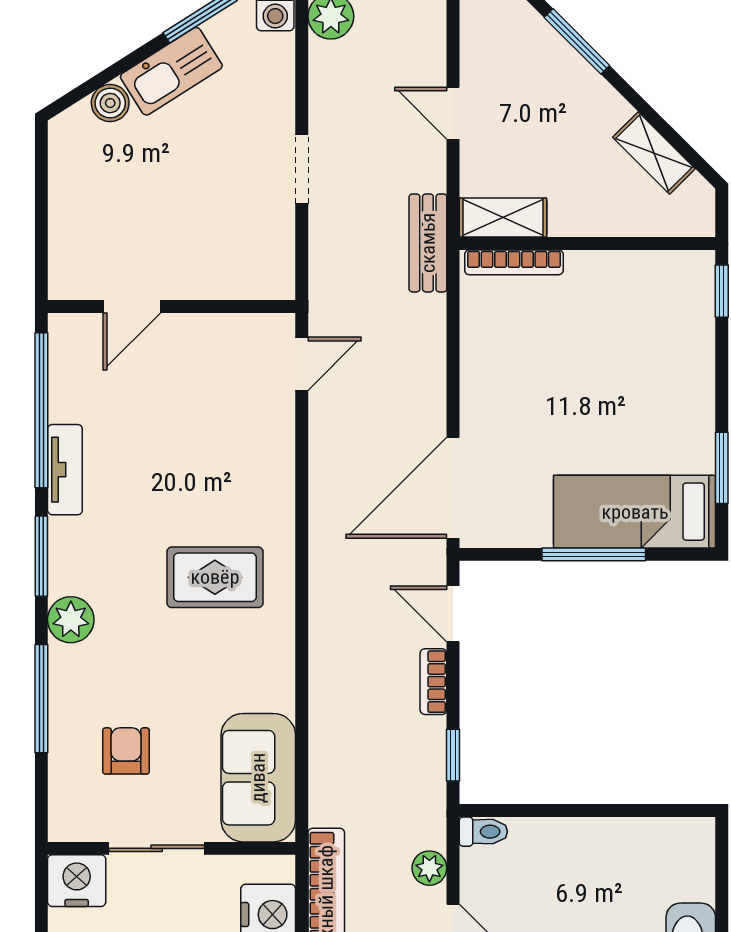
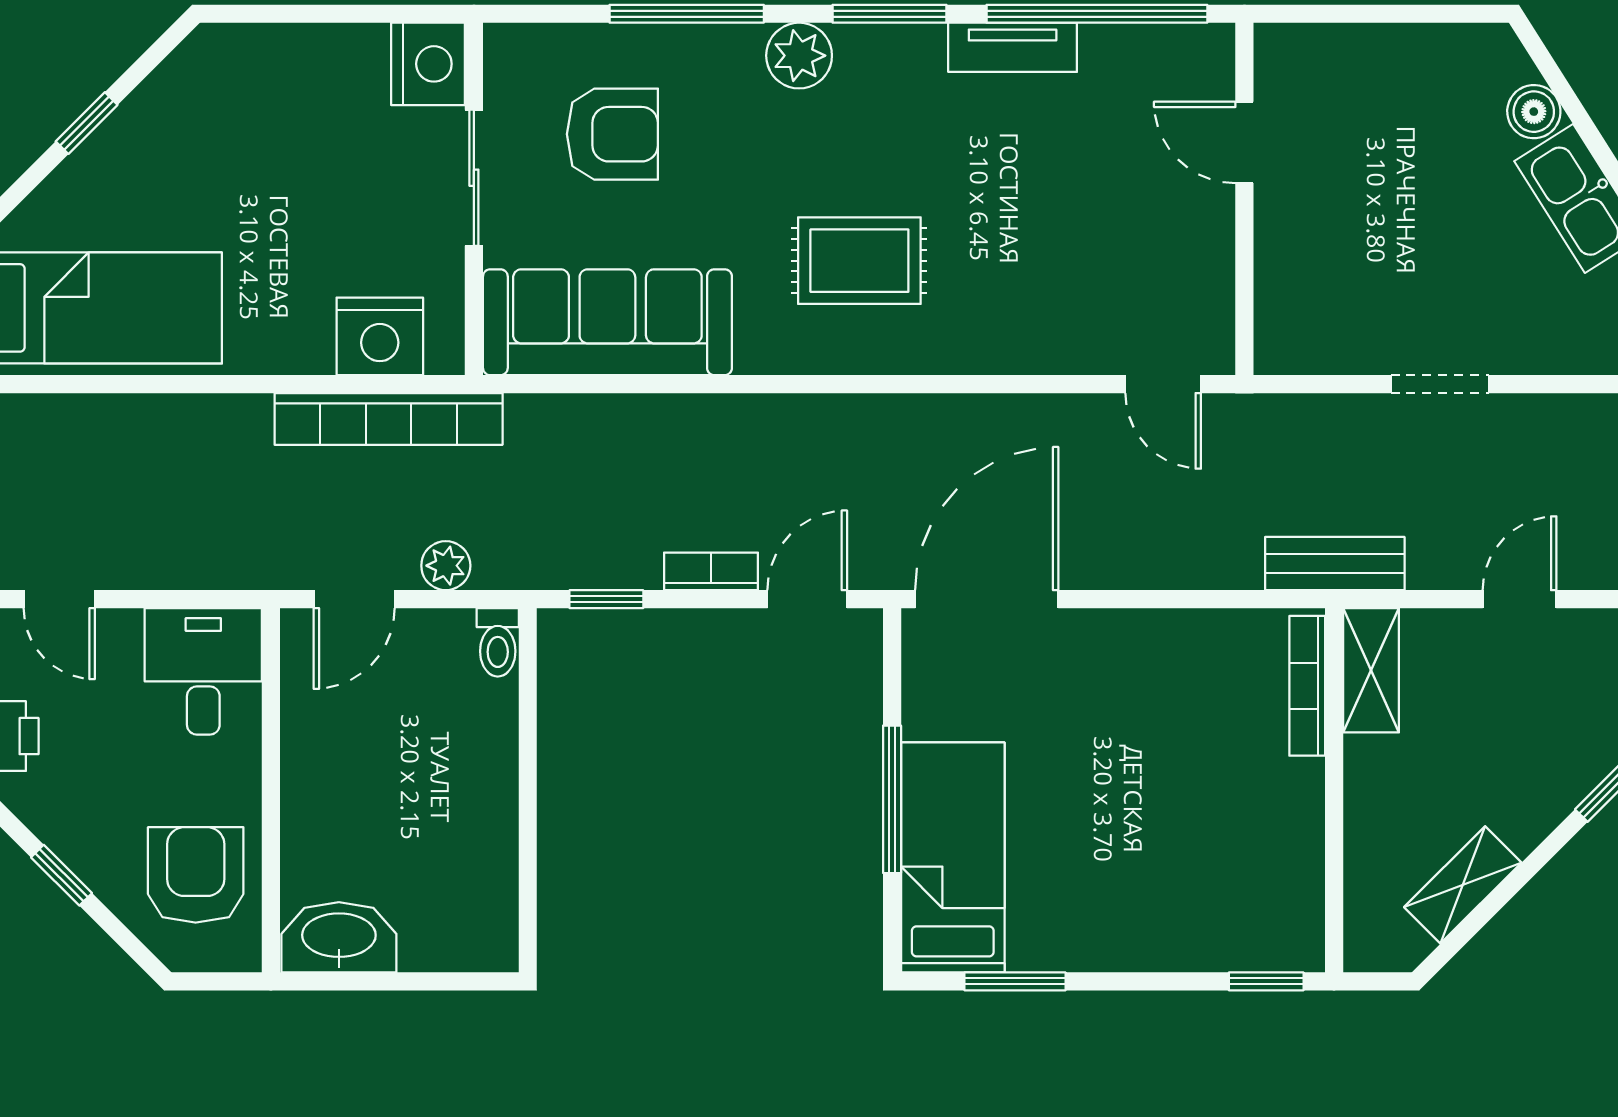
door: (453, 488) -> (987, 599), hinge flipped
rug: (215, 577) -> (859, 261), turned 90
armchair: (126, 751) -> (612, 134), width x1.38, depth x1.38
sofa: (258, 778) -> (607, 322), width x1.36

